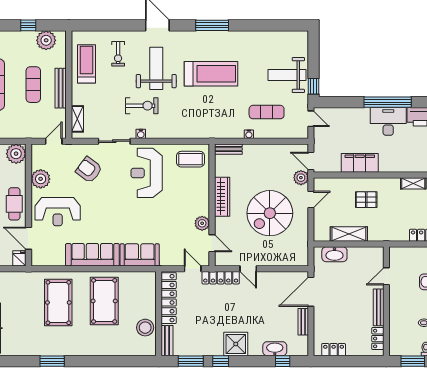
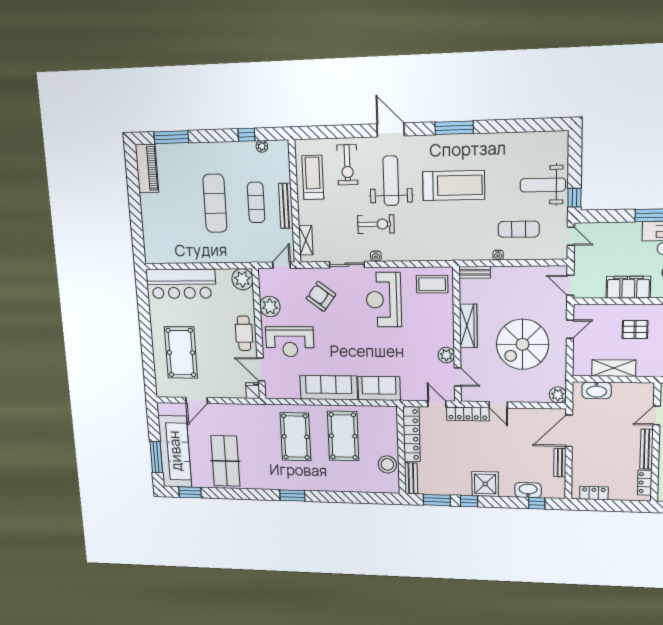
plant: (46, 40) -> (262, 146), width x0.53, depth x0.53
exercise bike: (118, 54) -> (347, 165), width x1.38, depth x1.39
plant: (301, 178) -> (558, 395), moved

